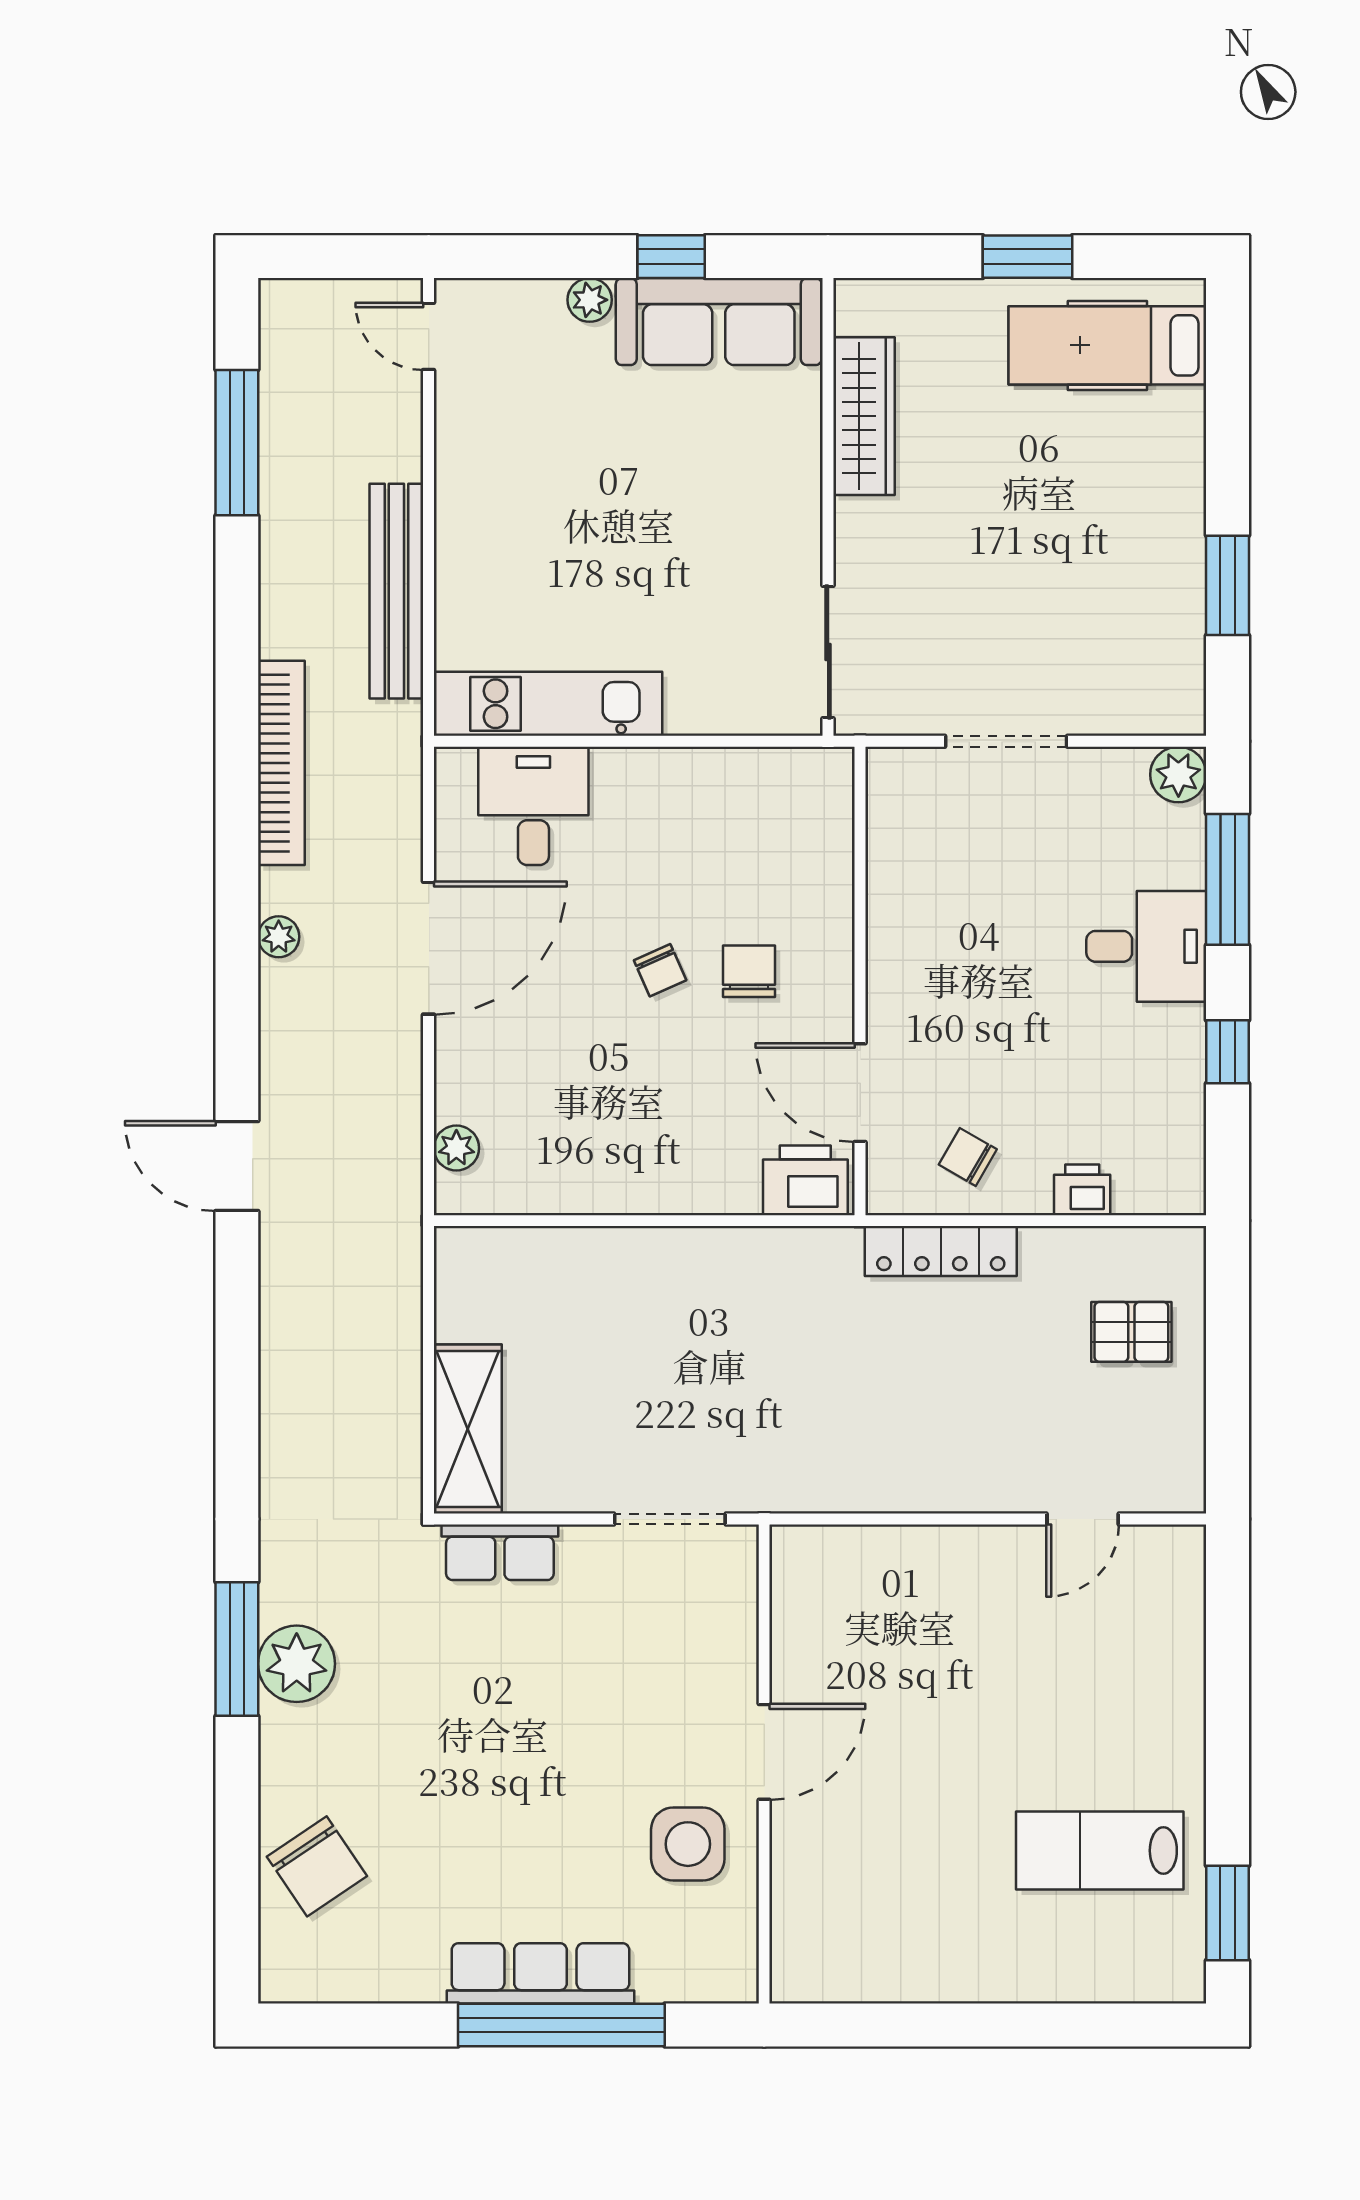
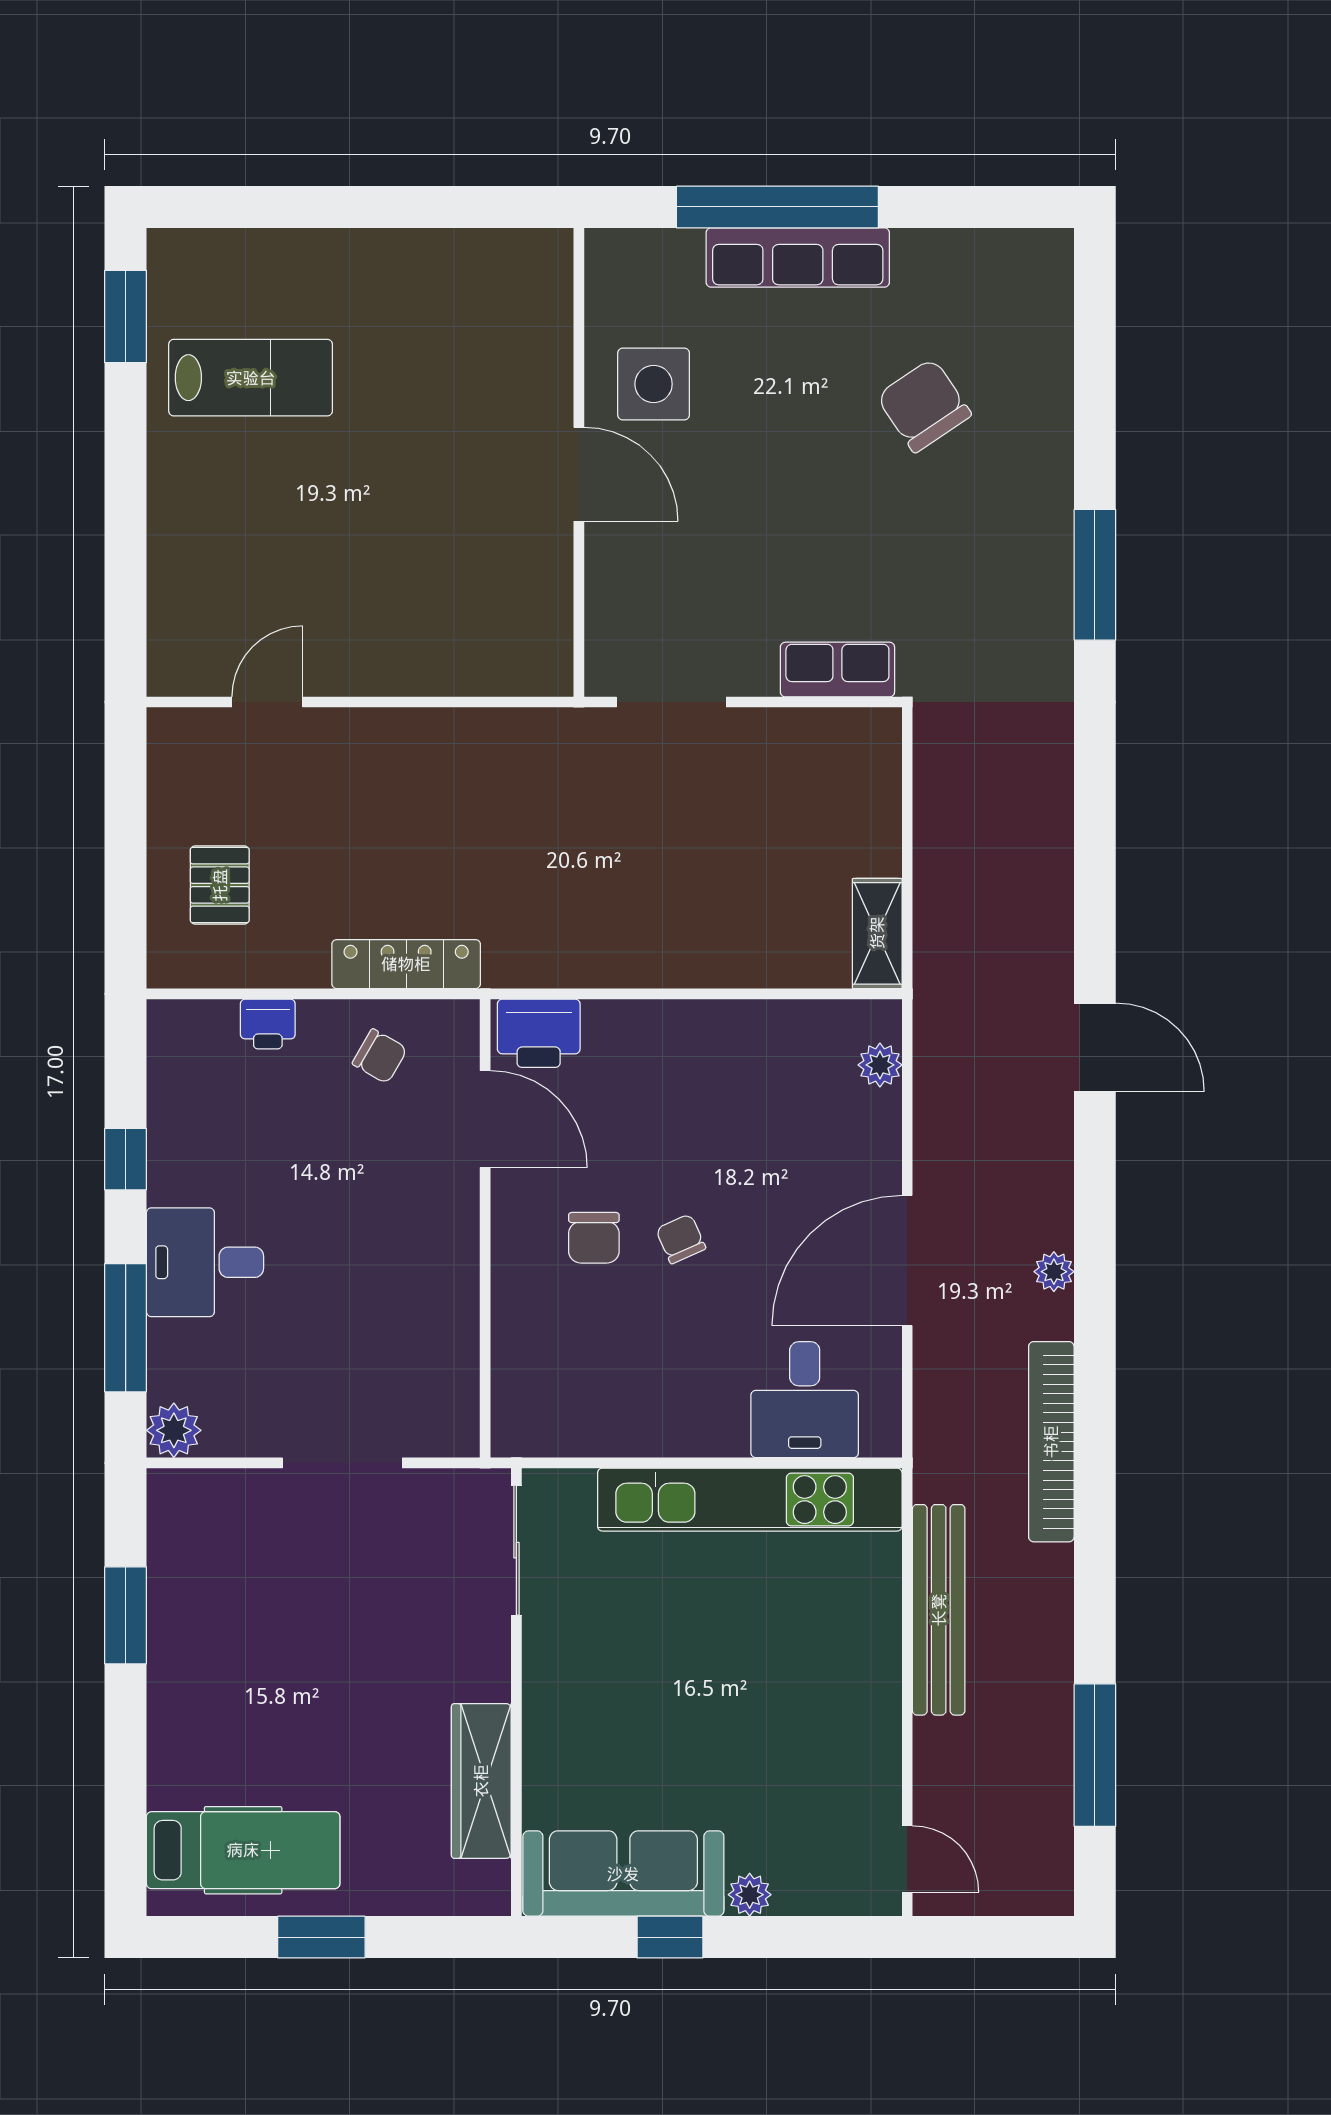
kitchen unit: (548, 704) -> (750, 1500), width x1.36
pallet: (1131, 1332) -> (220, 885), turned 90
shelving: (468, 1429) -> (877, 933), moved, width x0.67, depth x0.75
plant: (297, 1664) -> (1036, 560), removed
door: (764, 1752) -> (579, 474), swing flipped
chair: (317, 1866) -> (924, 405), moved

